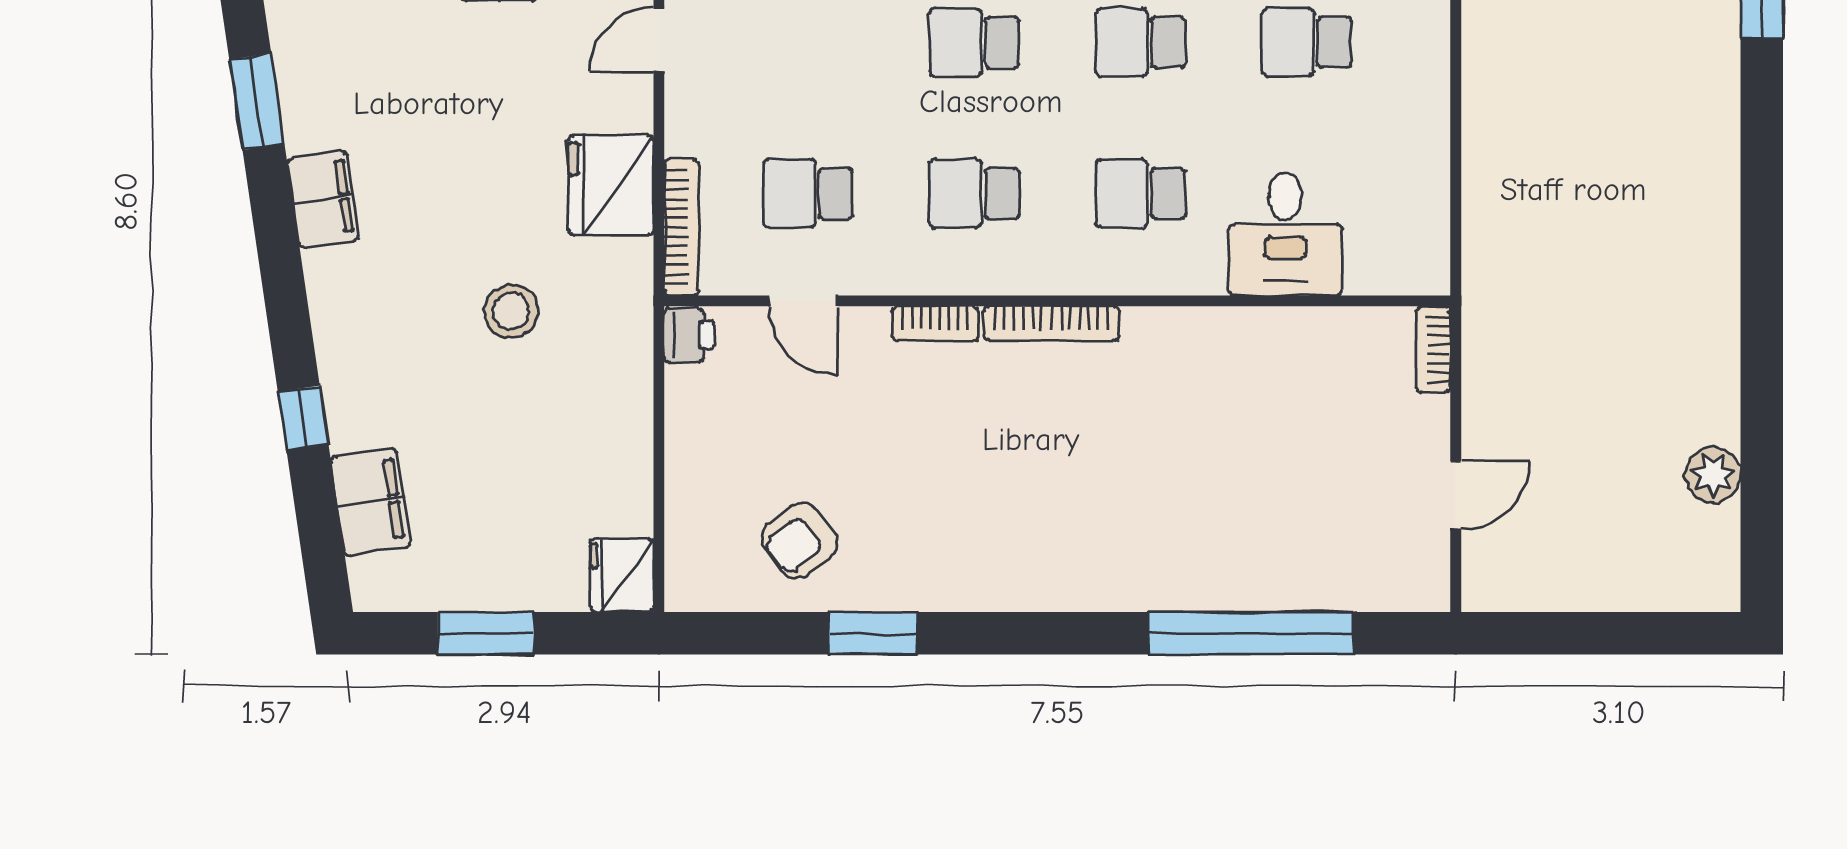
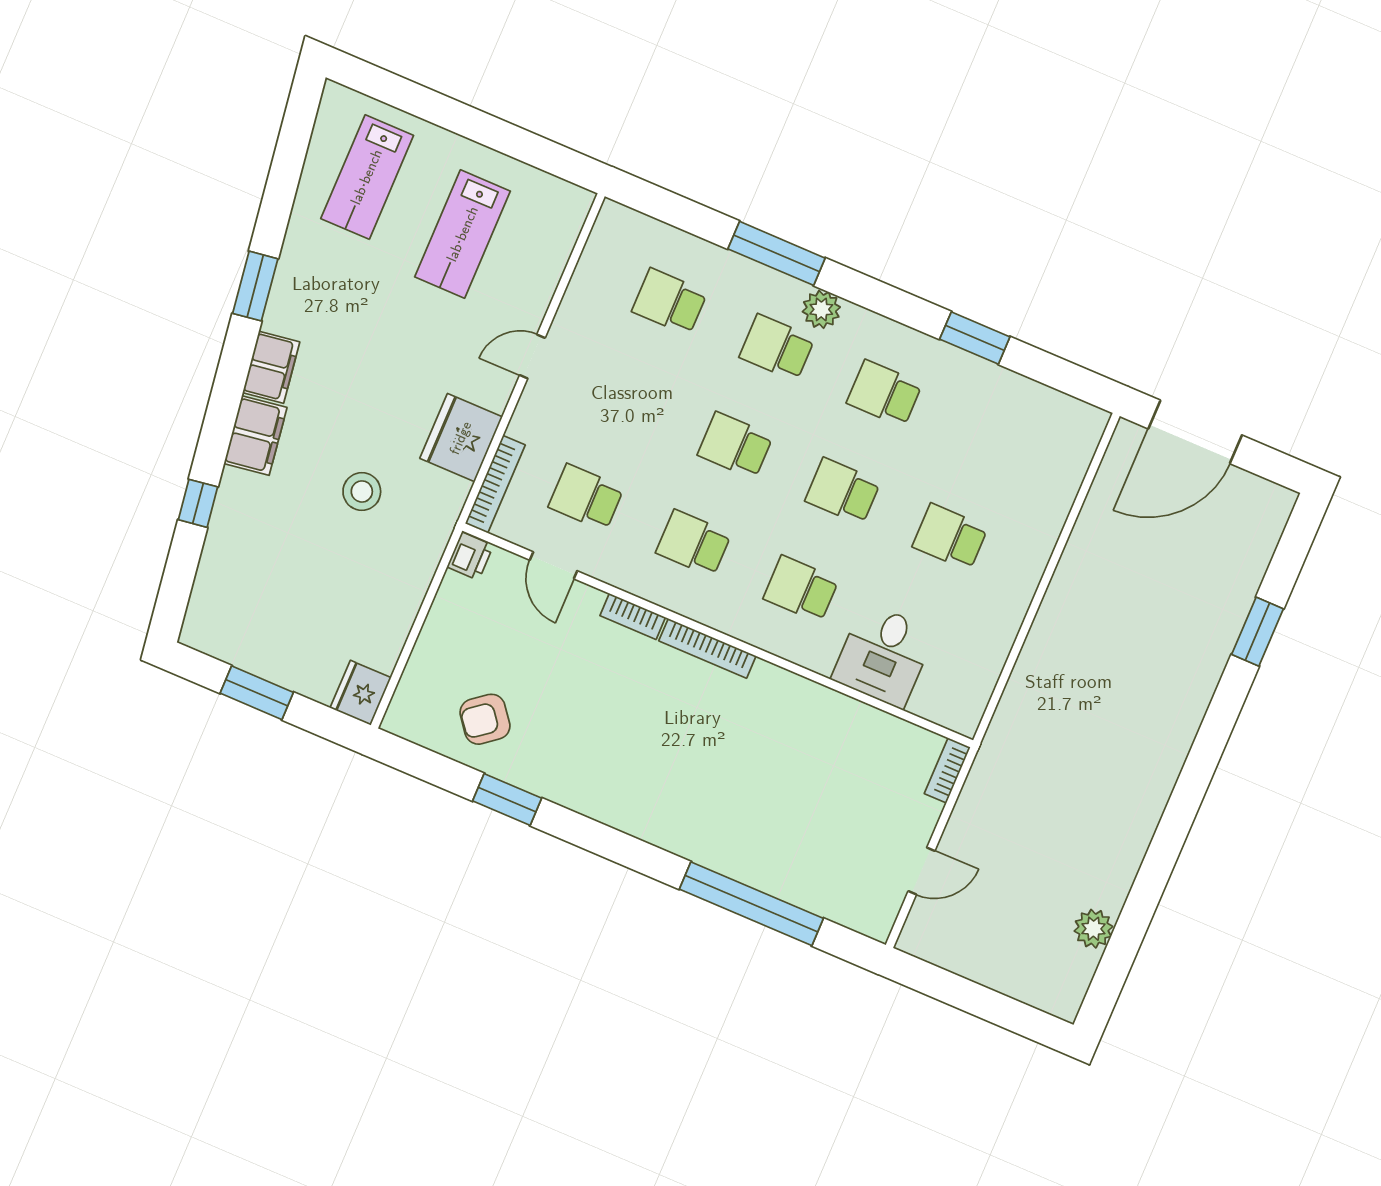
filing cabinet: (371, 502) -> (255, 435), moved

